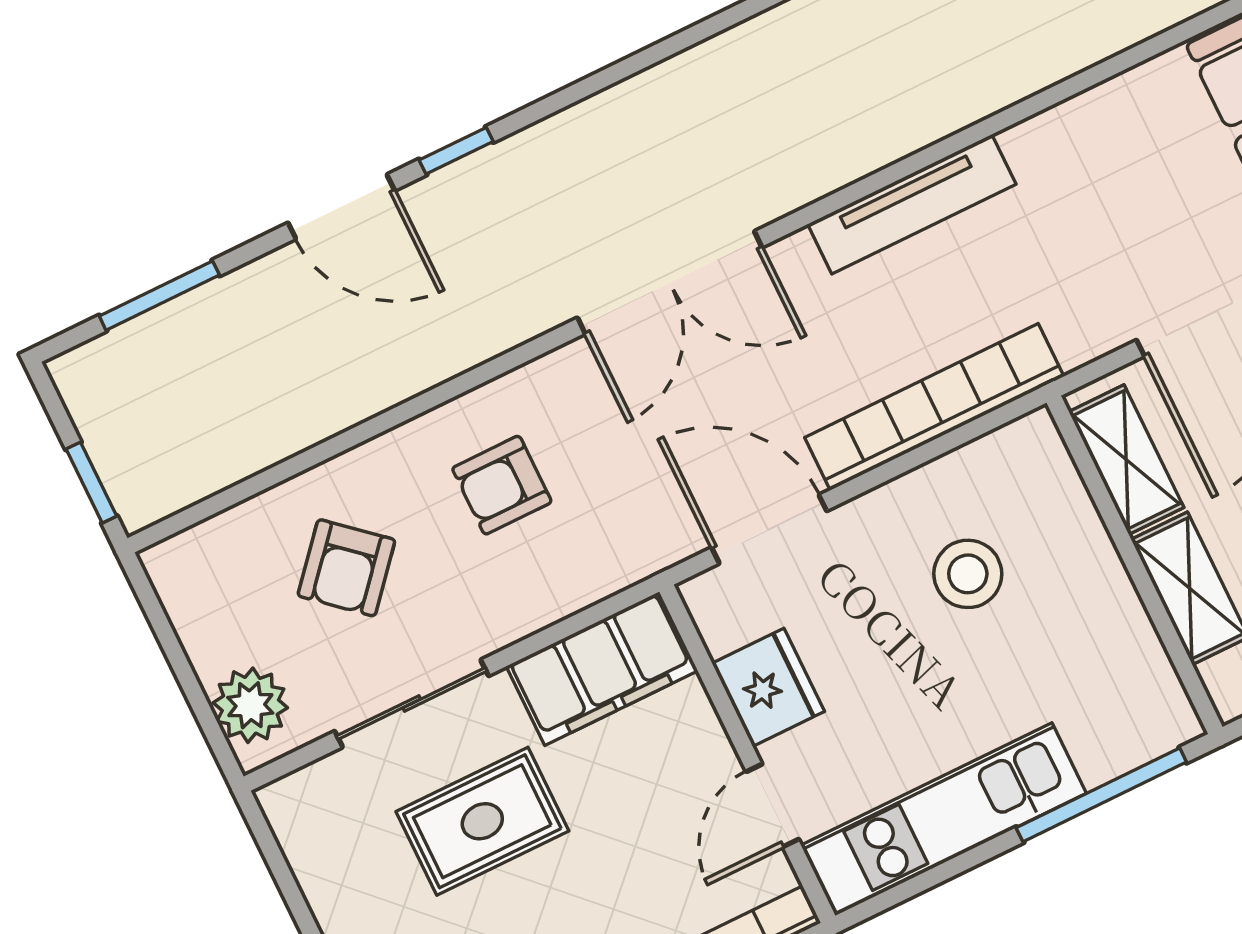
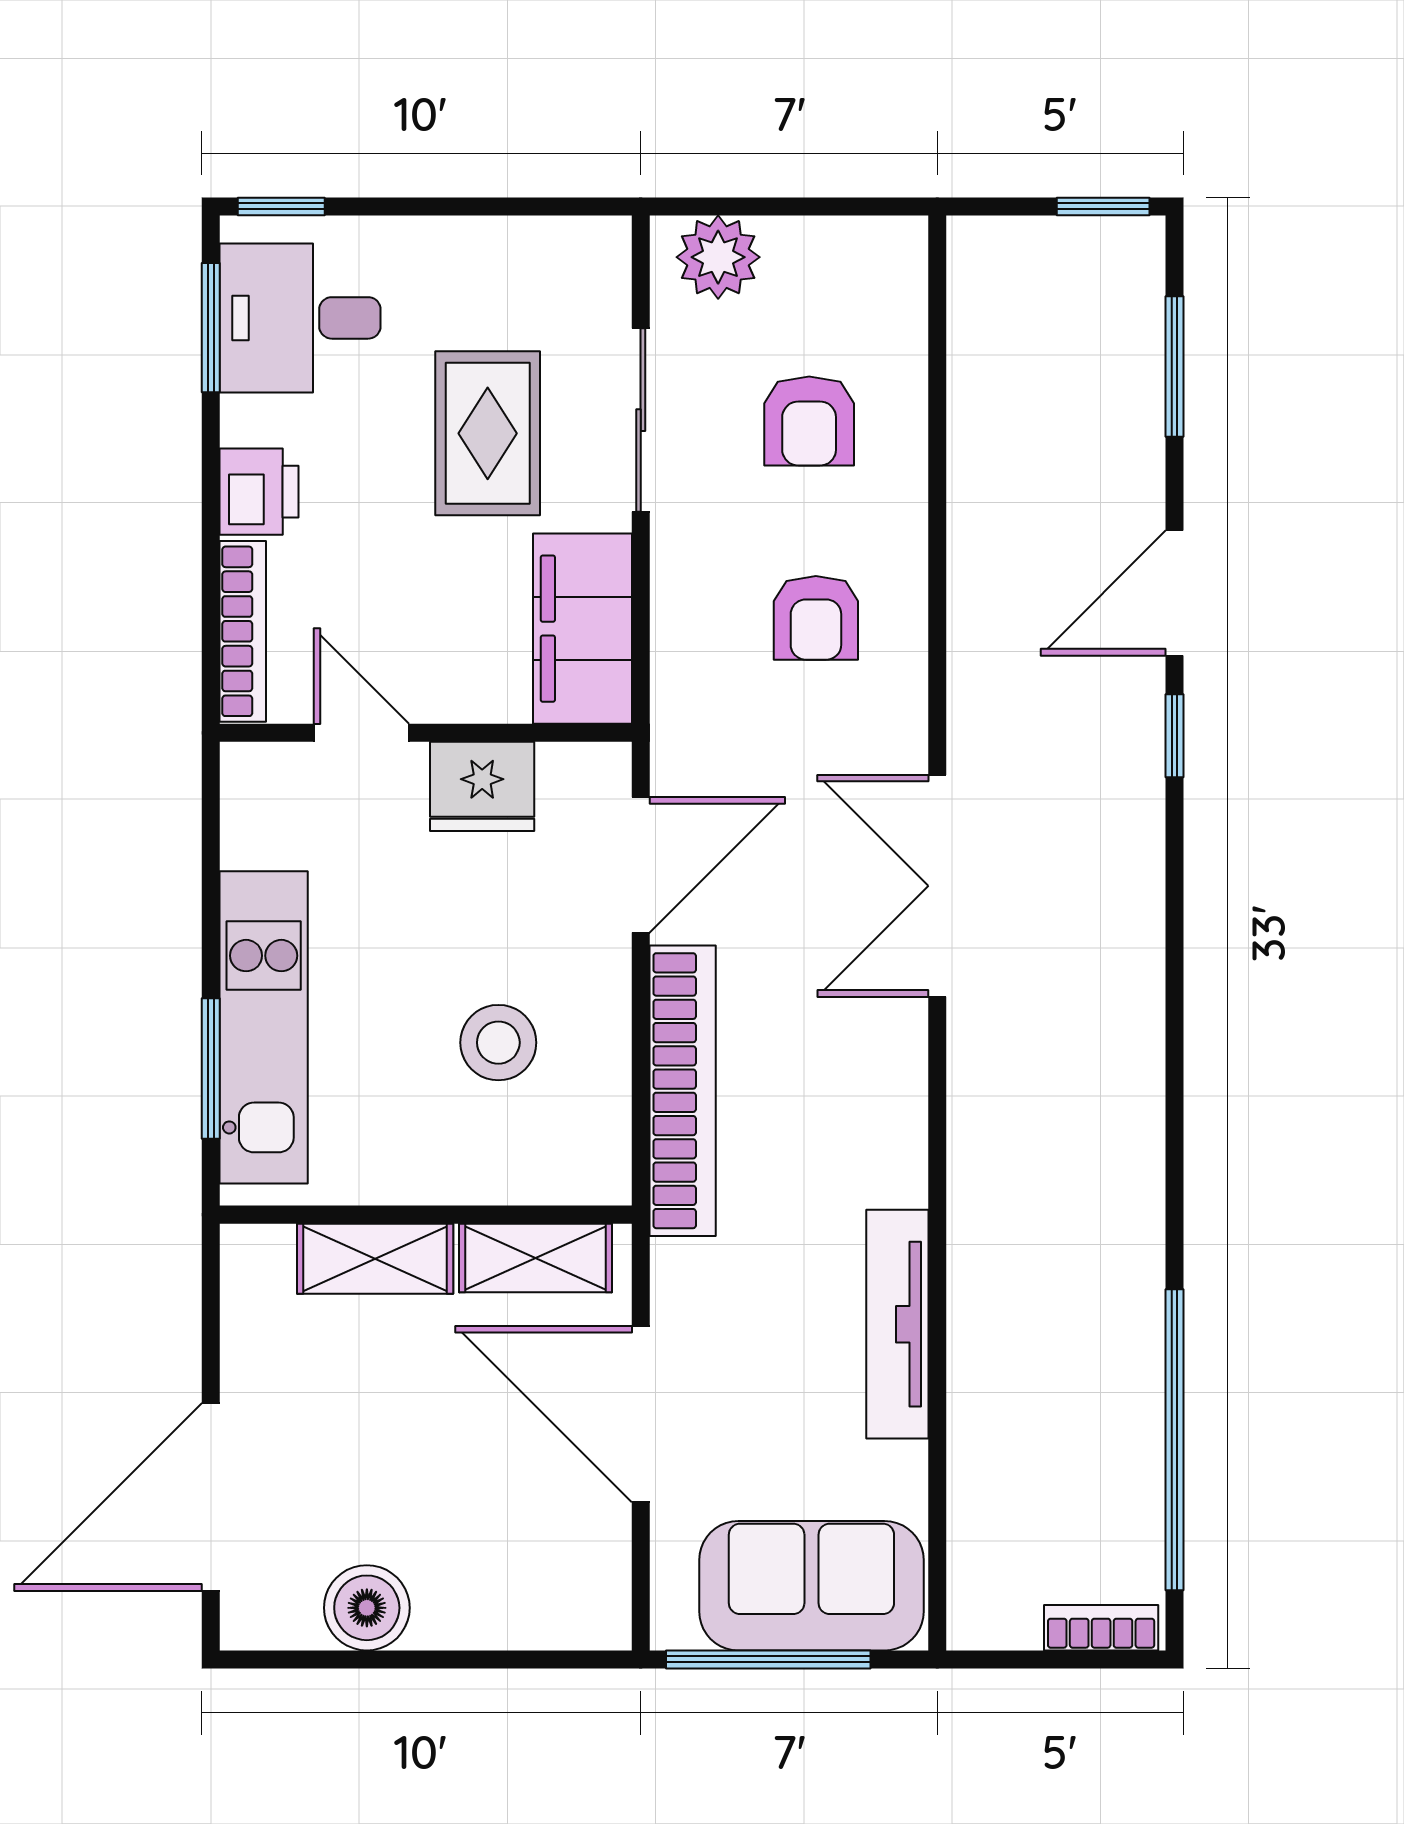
tv unit: (912, 204) -> (897, 1324), moved
window: (91, 483) -> (1103, 206), moved
armchair: (502, 485) -> (816, 618), turned 180
armchair: (346, 568) -> (809, 421), turned -131
window: (1101, 795) -> (211, 1068), width x0.69
kitchen unit: (944, 819) -> (264, 1027), moved

